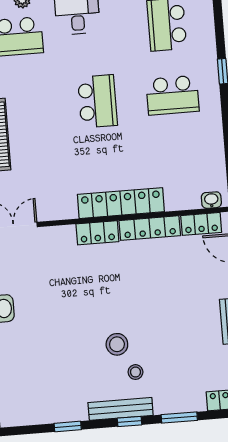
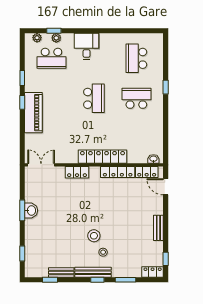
school desk: (173, 95) -> (136, 98), turned 180
locker: (97, 233) -> (77, 172), moved
bench: (64, 414) -> (61, 272), added
window: (68, 426) -> (50, 280), moved

